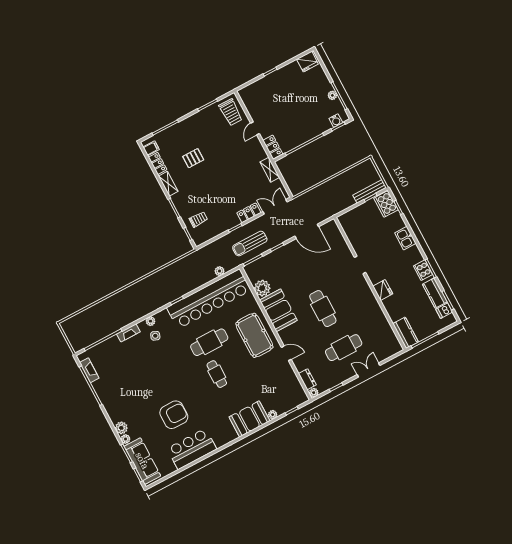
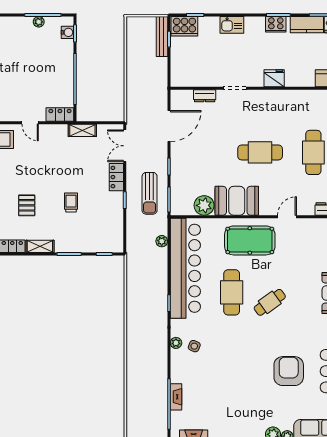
trolley: (198, 219) -> (71, 202), moved
dresser: (343, 246) -> (205, 96), added
fireplace: (128, 333) -> (176, 397), moved
cafe table: (217, 374) -> (270, 302), turned -36

